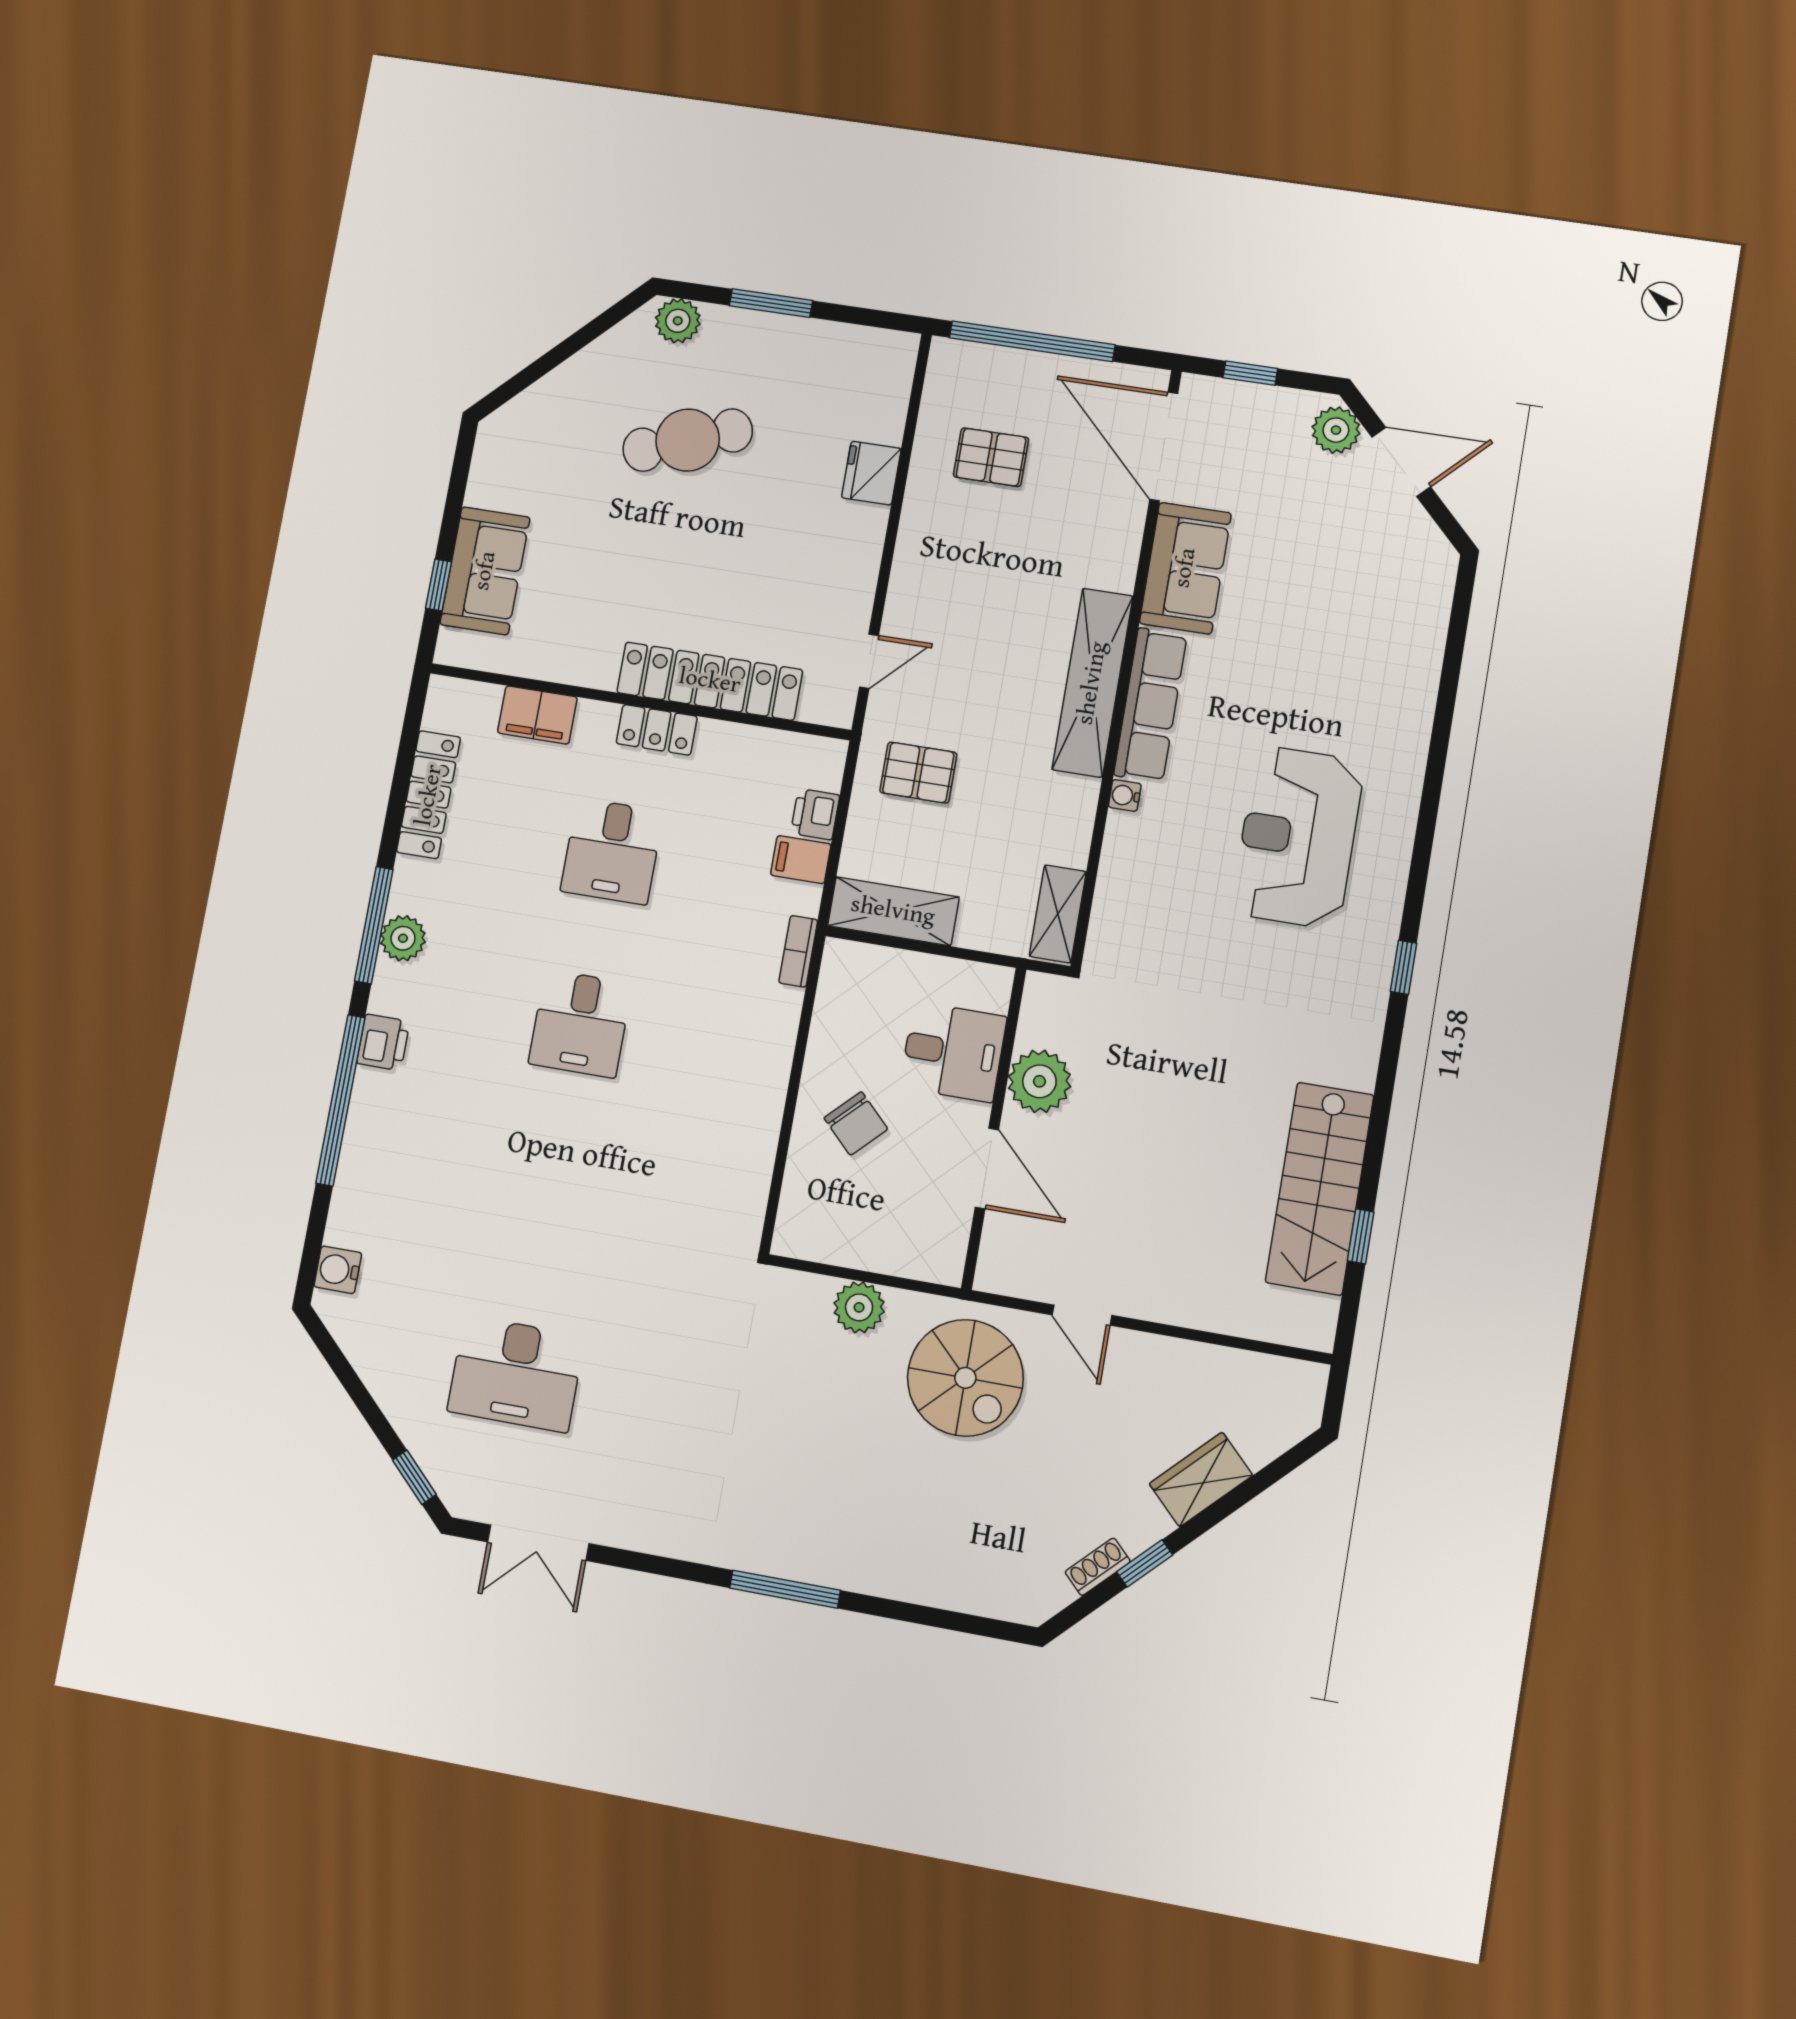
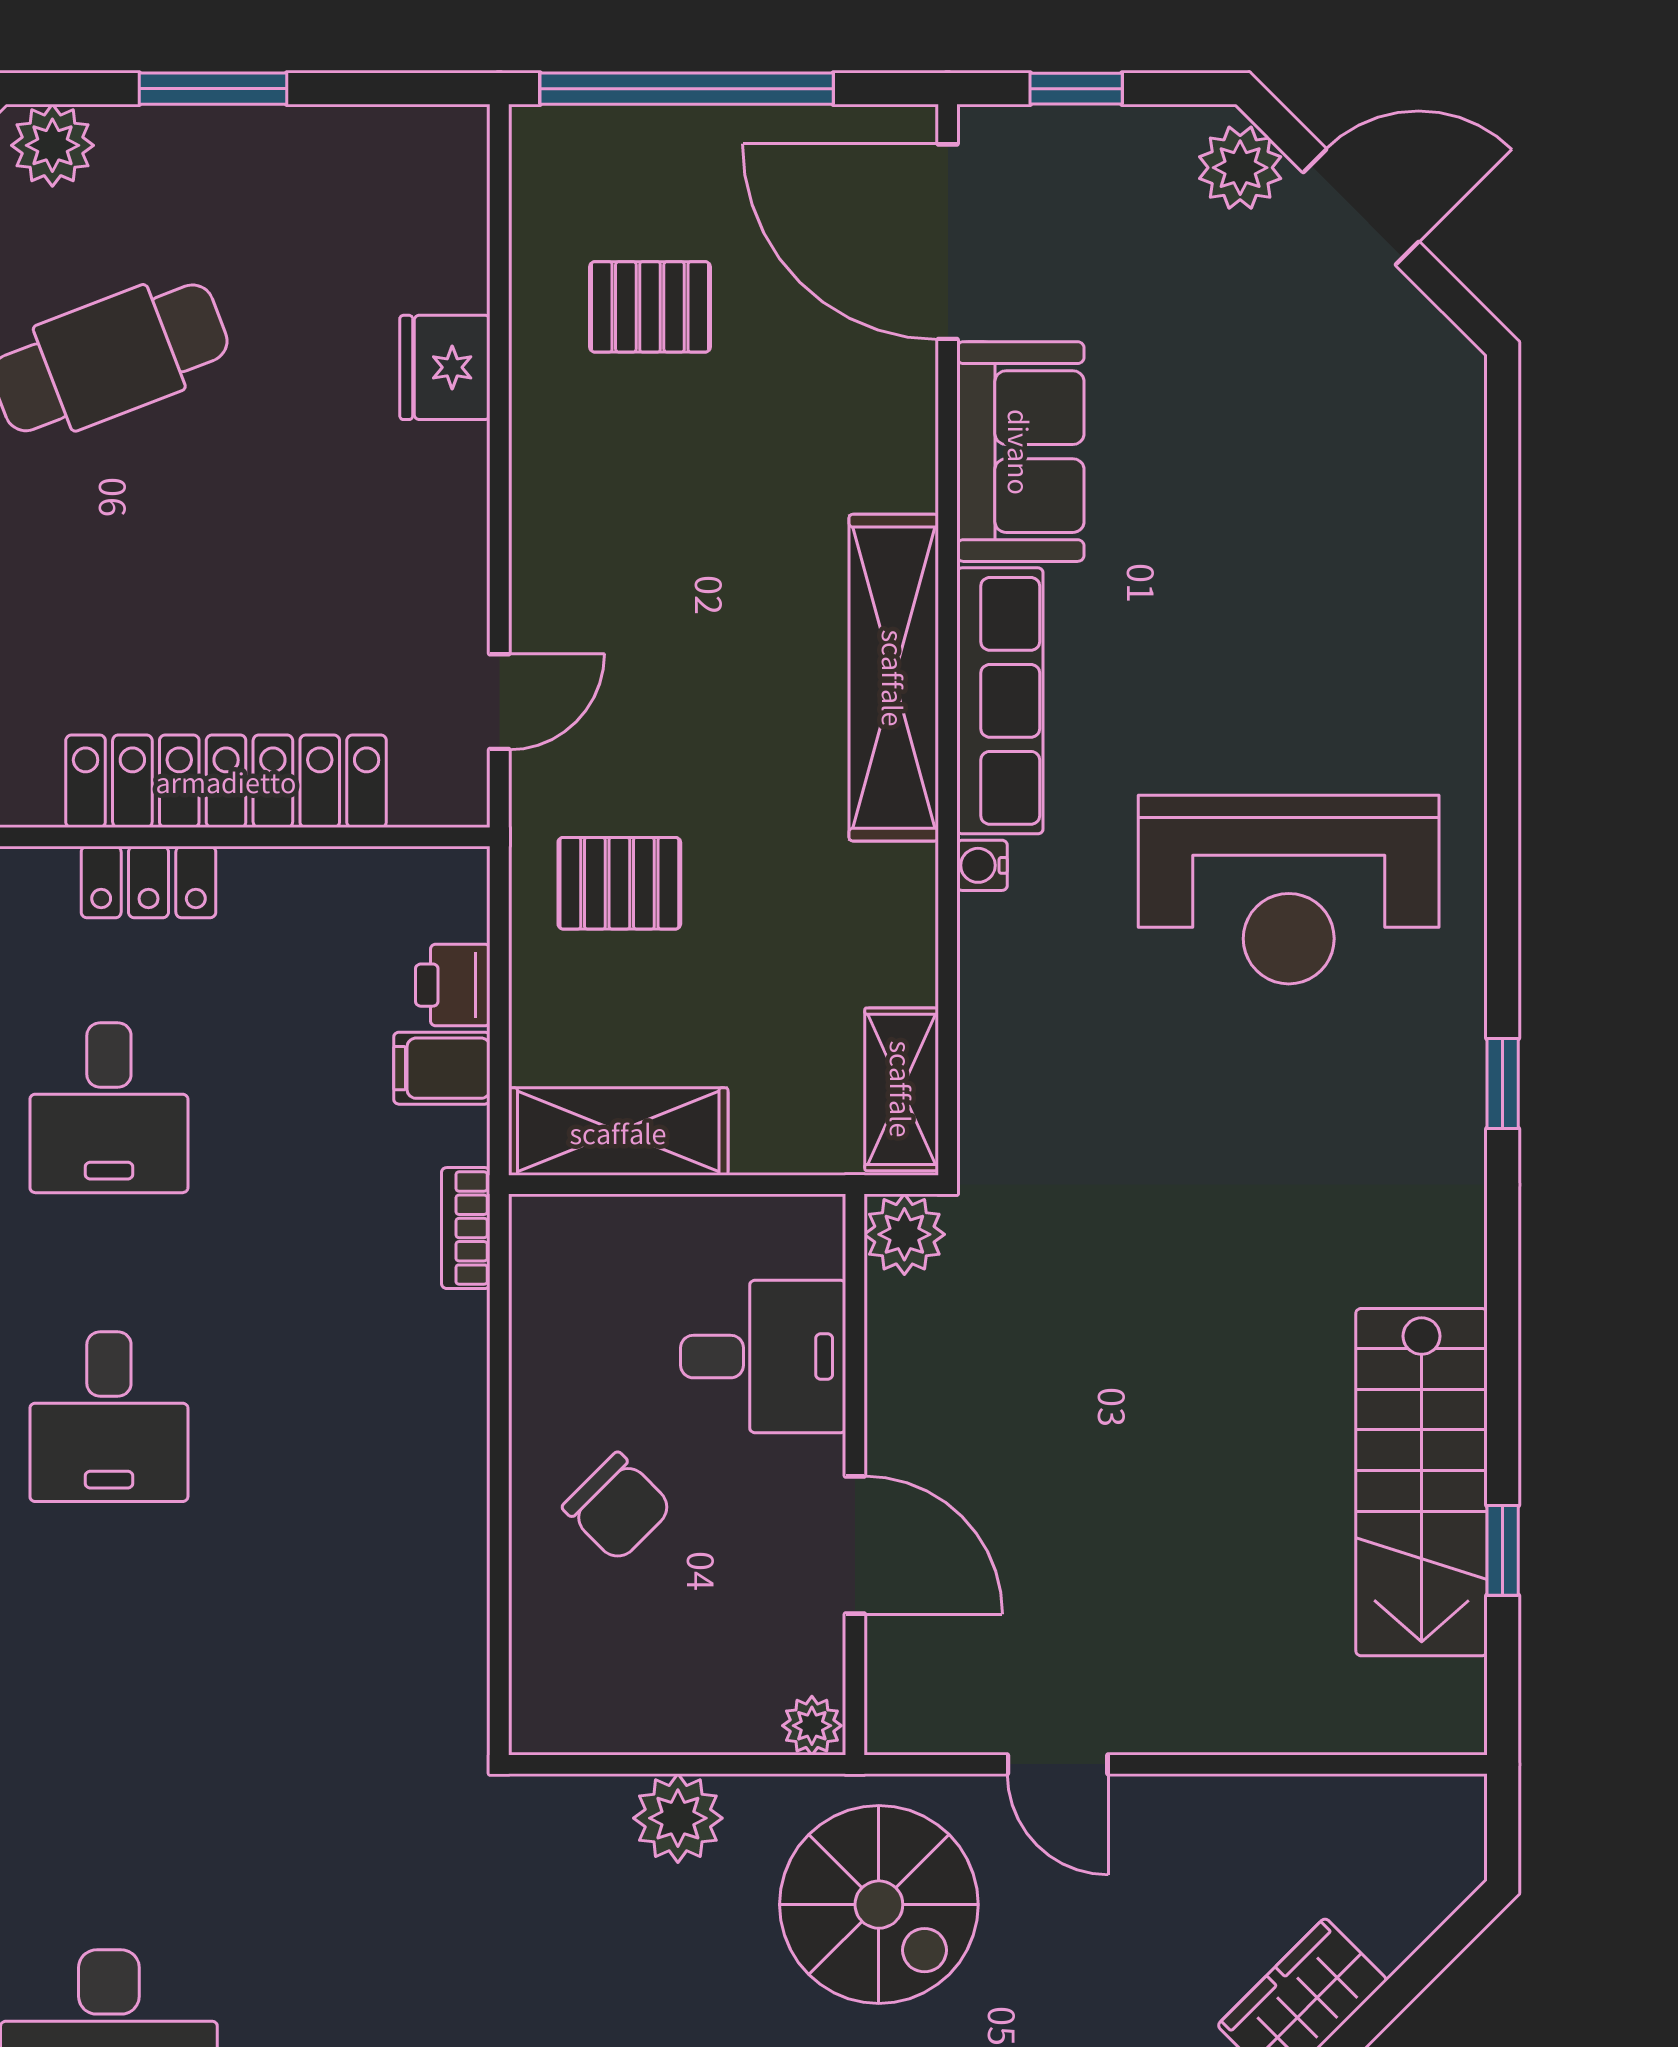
reception desk: (1298, 837) -> (1289, 890), turned -90
plant: (1039, 1081) -> (904, 1234), moved, width x0.73, depth x0.73
plant: (945, 1268) -> (812, 1726), added

